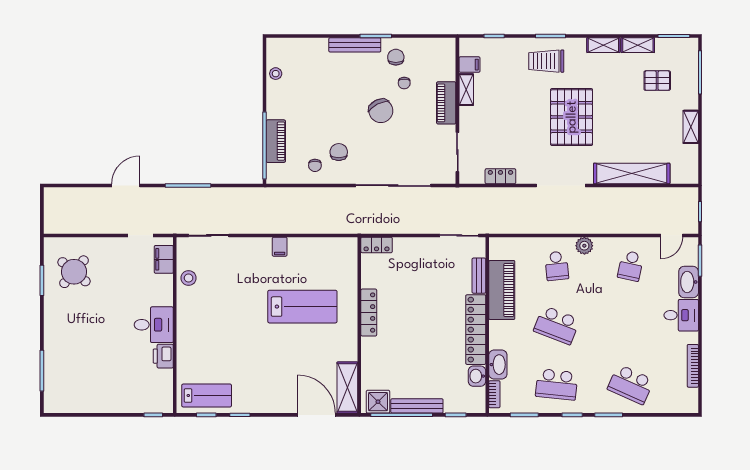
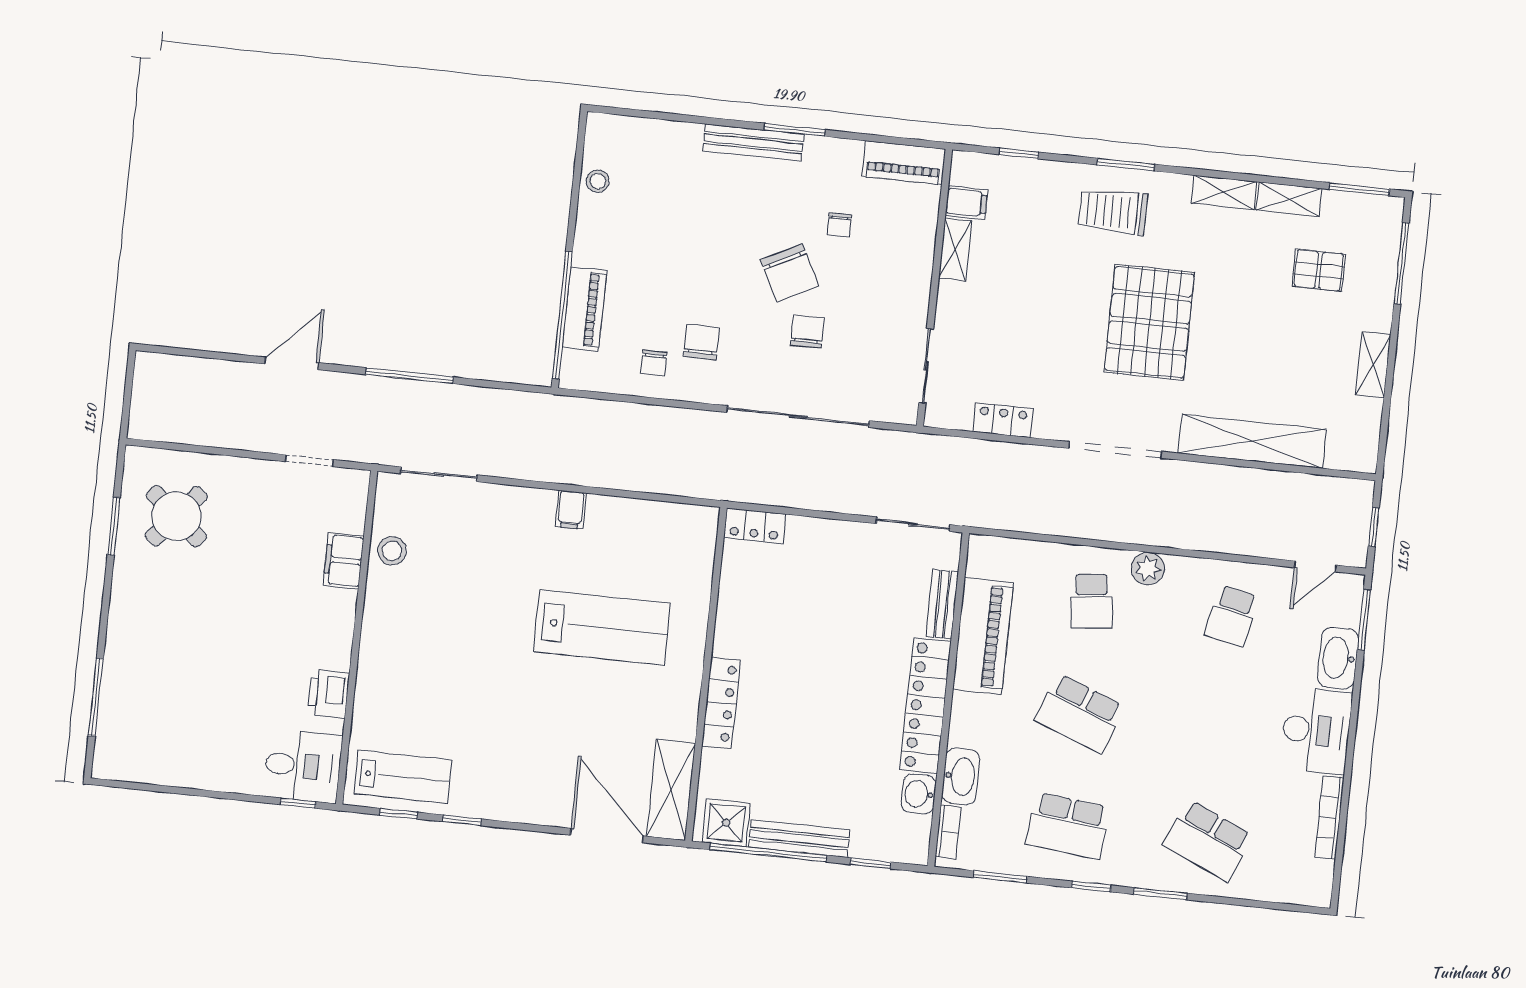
chair: (396, 57) -> (807, 332), moved
piano: (446, 103) -> (904, 163), moved, turned -90
filing cabinet: (164, 259) -> (344, 561), moved
locker: (369, 313) -> (721, 703), moved
desk: (681, 315) -> (1316, 731), width x1.37
desk: (154, 325) -> (303, 766), moved

